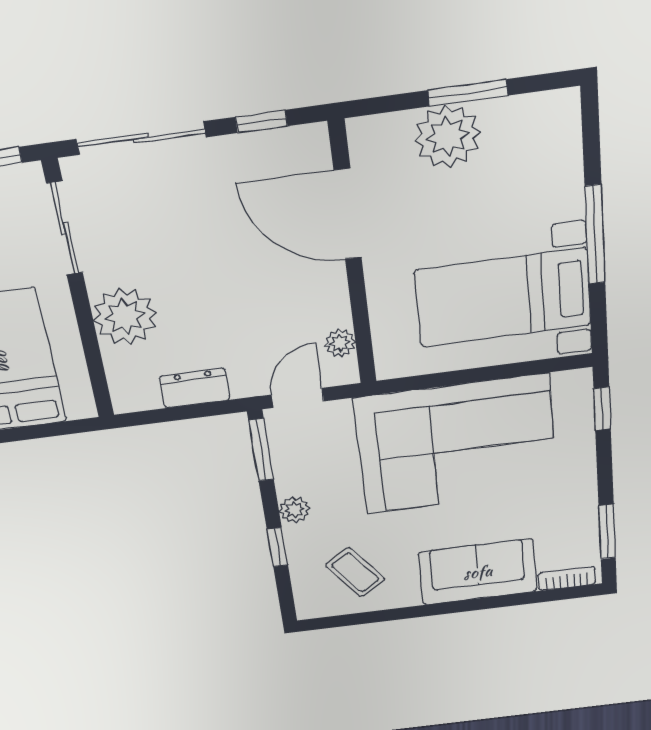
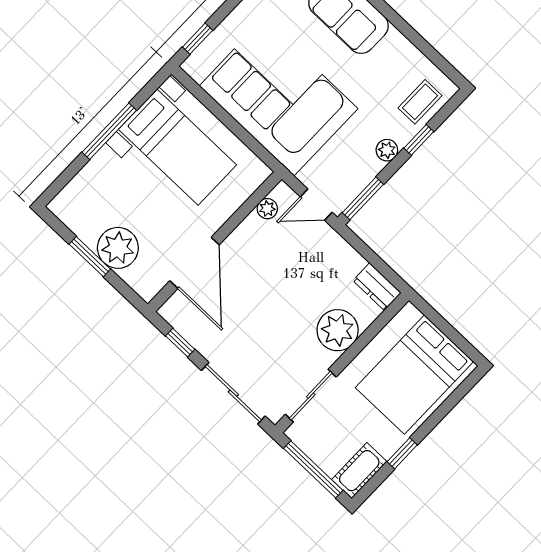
dresser: (195, 388) -> (377, 287), moved
coffee table: (355, 572) -> (420, 102), moved, turned 35

